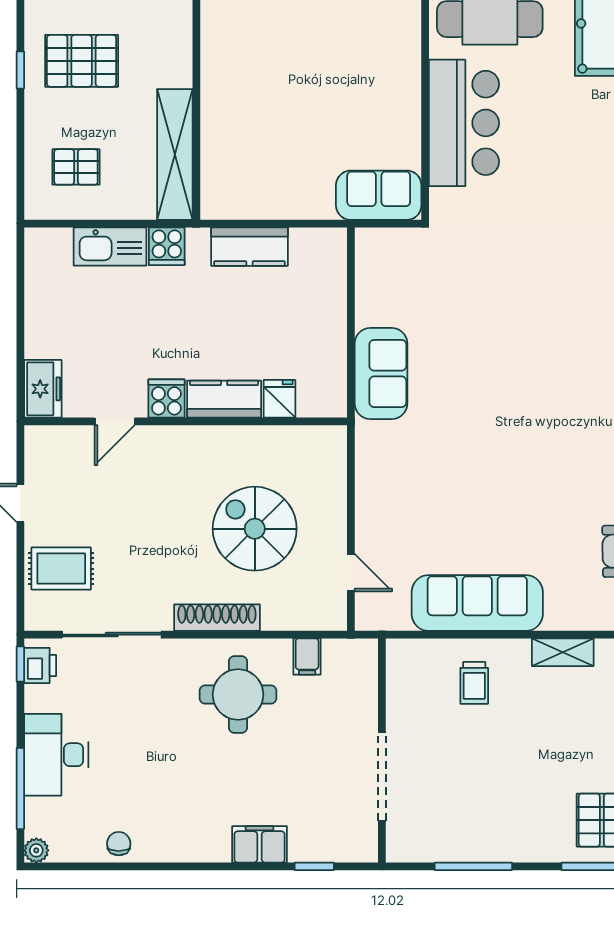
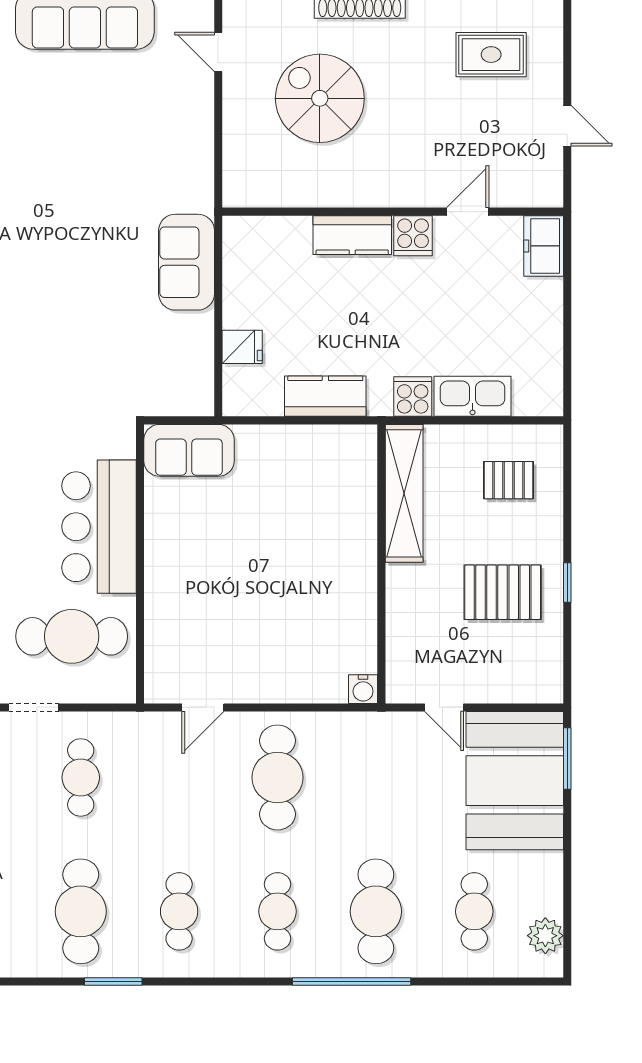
fridge: (279, 399) -> (242, 347), moved, turned -90
spiral stairs: (255, 529) -> (320, 98), turned 180
rug: (61, 569) -> (491, 55), moved

